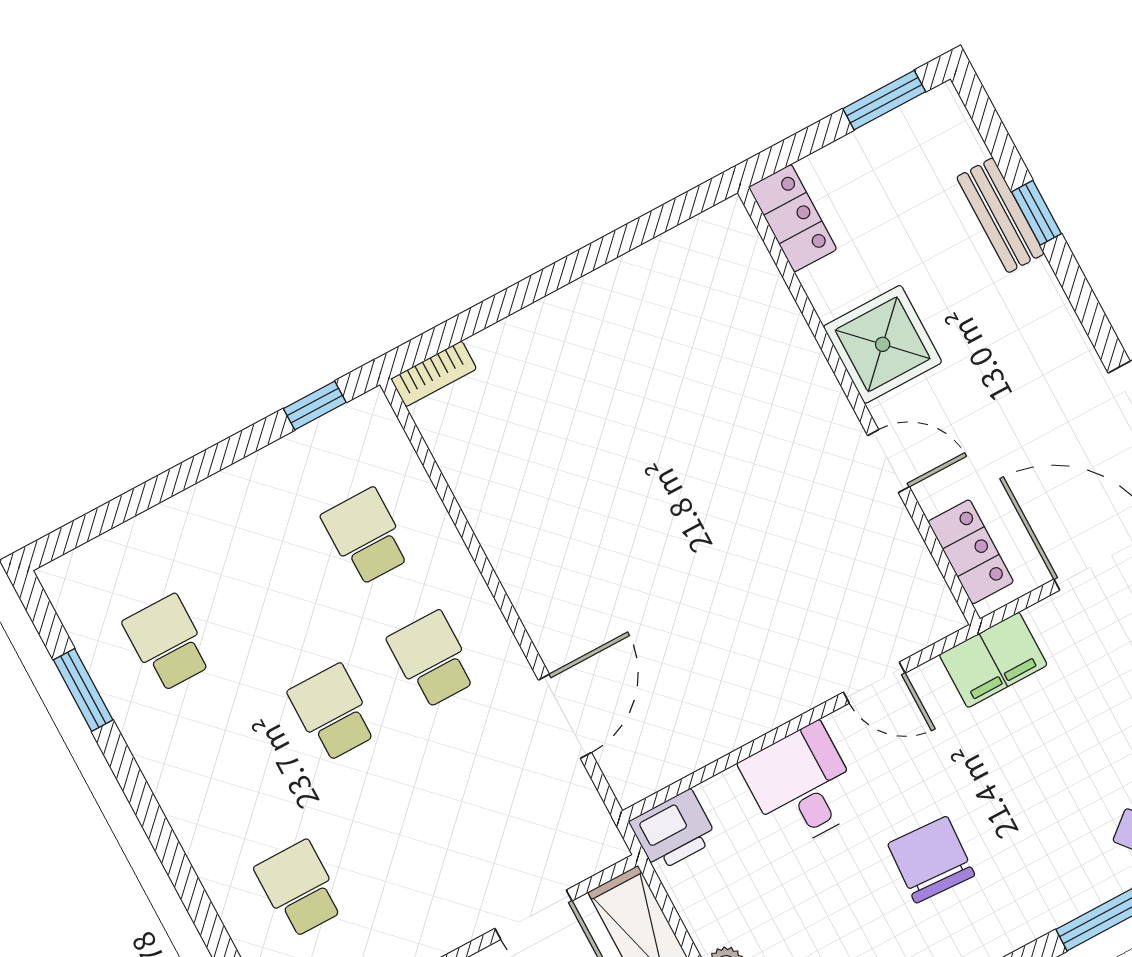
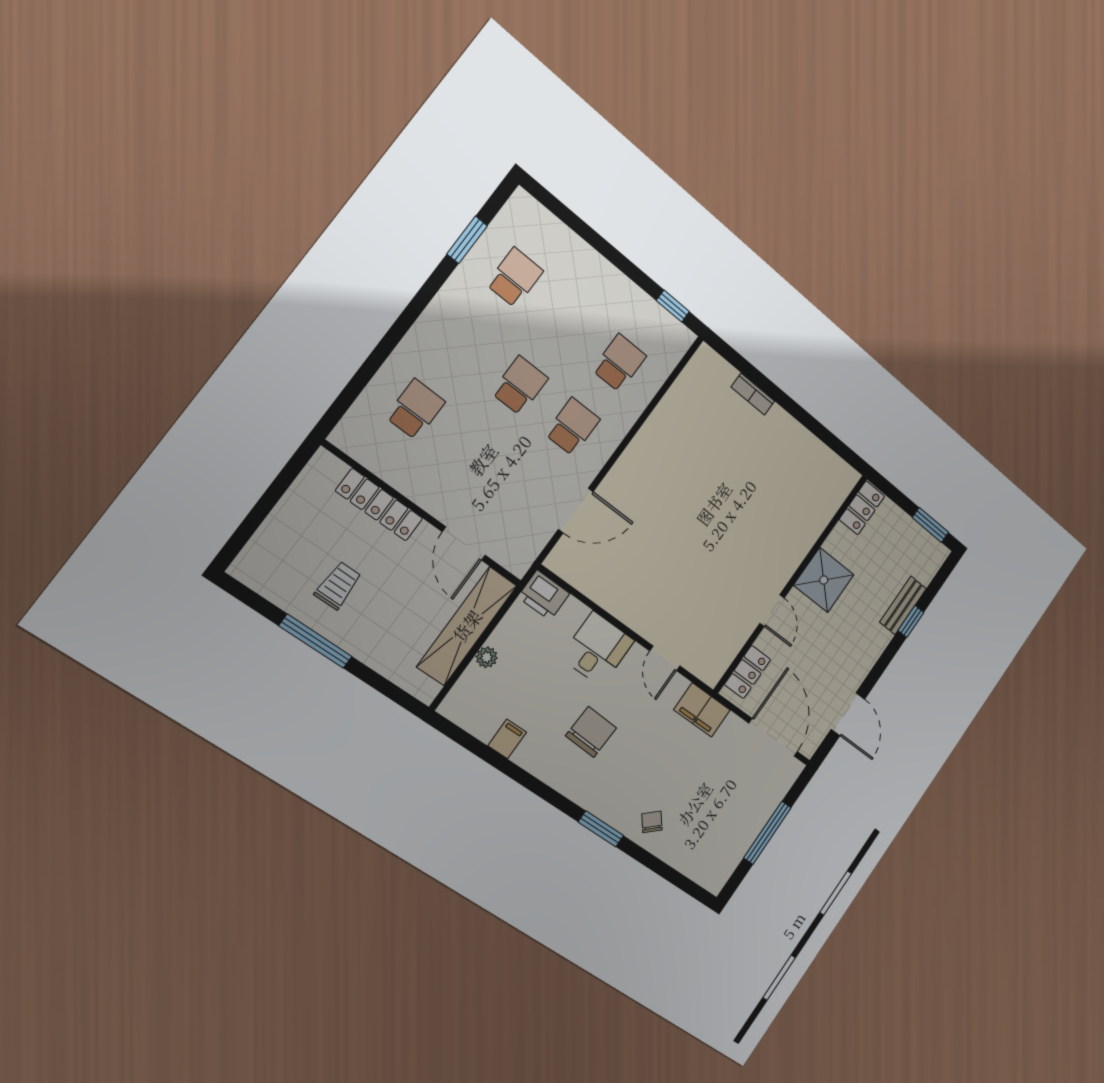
bookcase: (434, 374) -> (753, 394), moved

